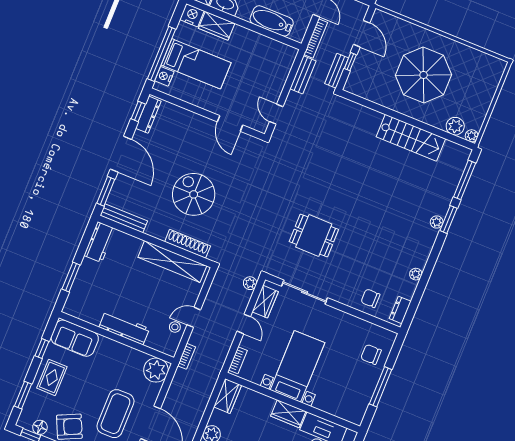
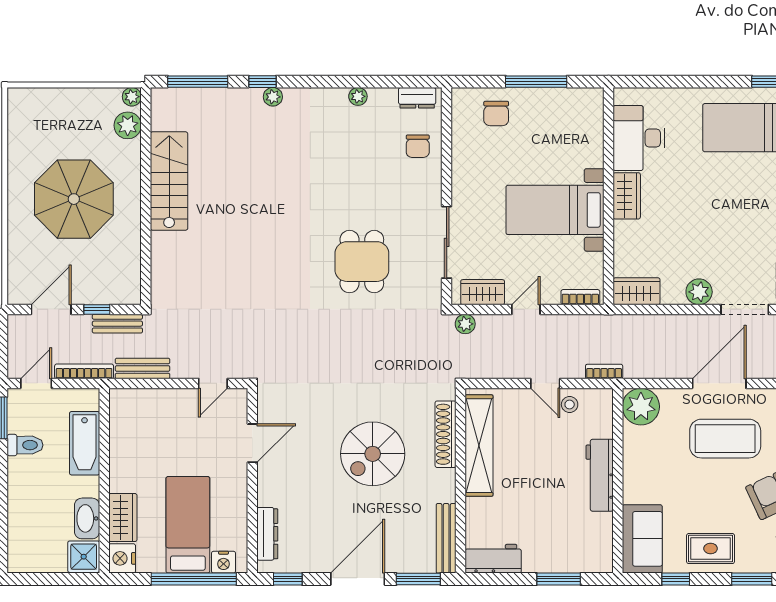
dresser: (148, 115) -> (267, 534), moved, turned 90
window: (449, 219) -> (262, 82), width x0.67

